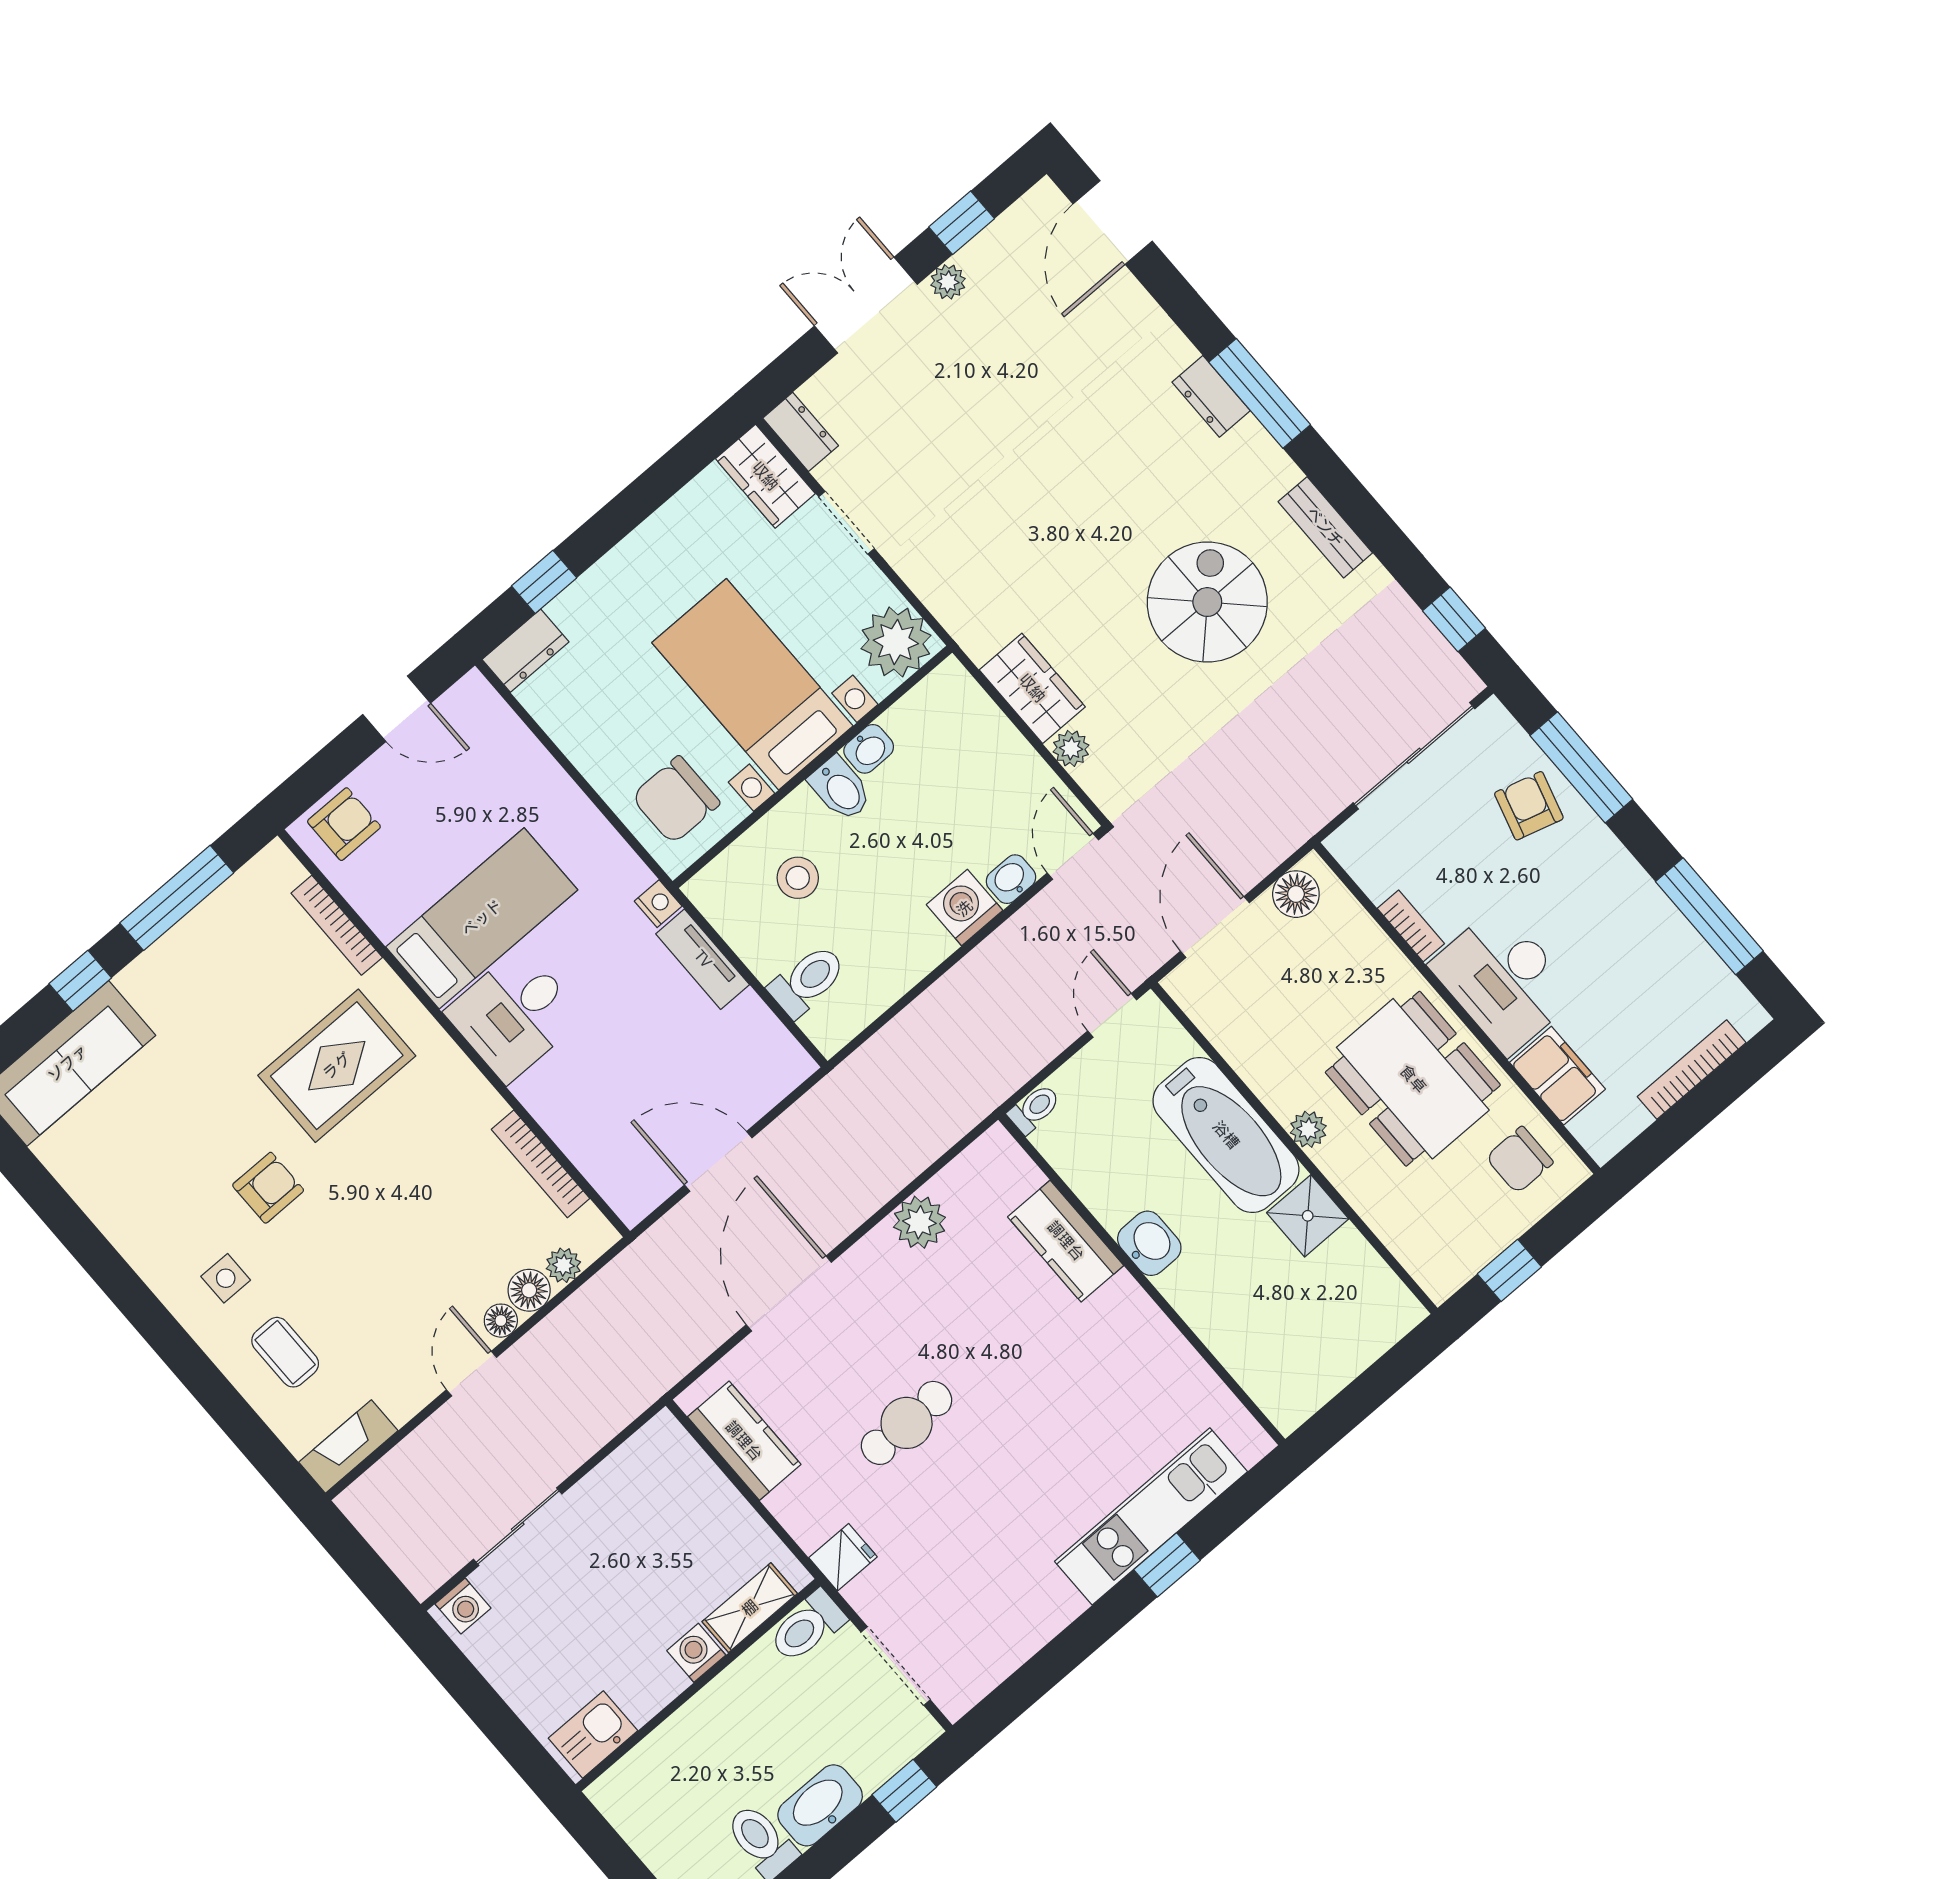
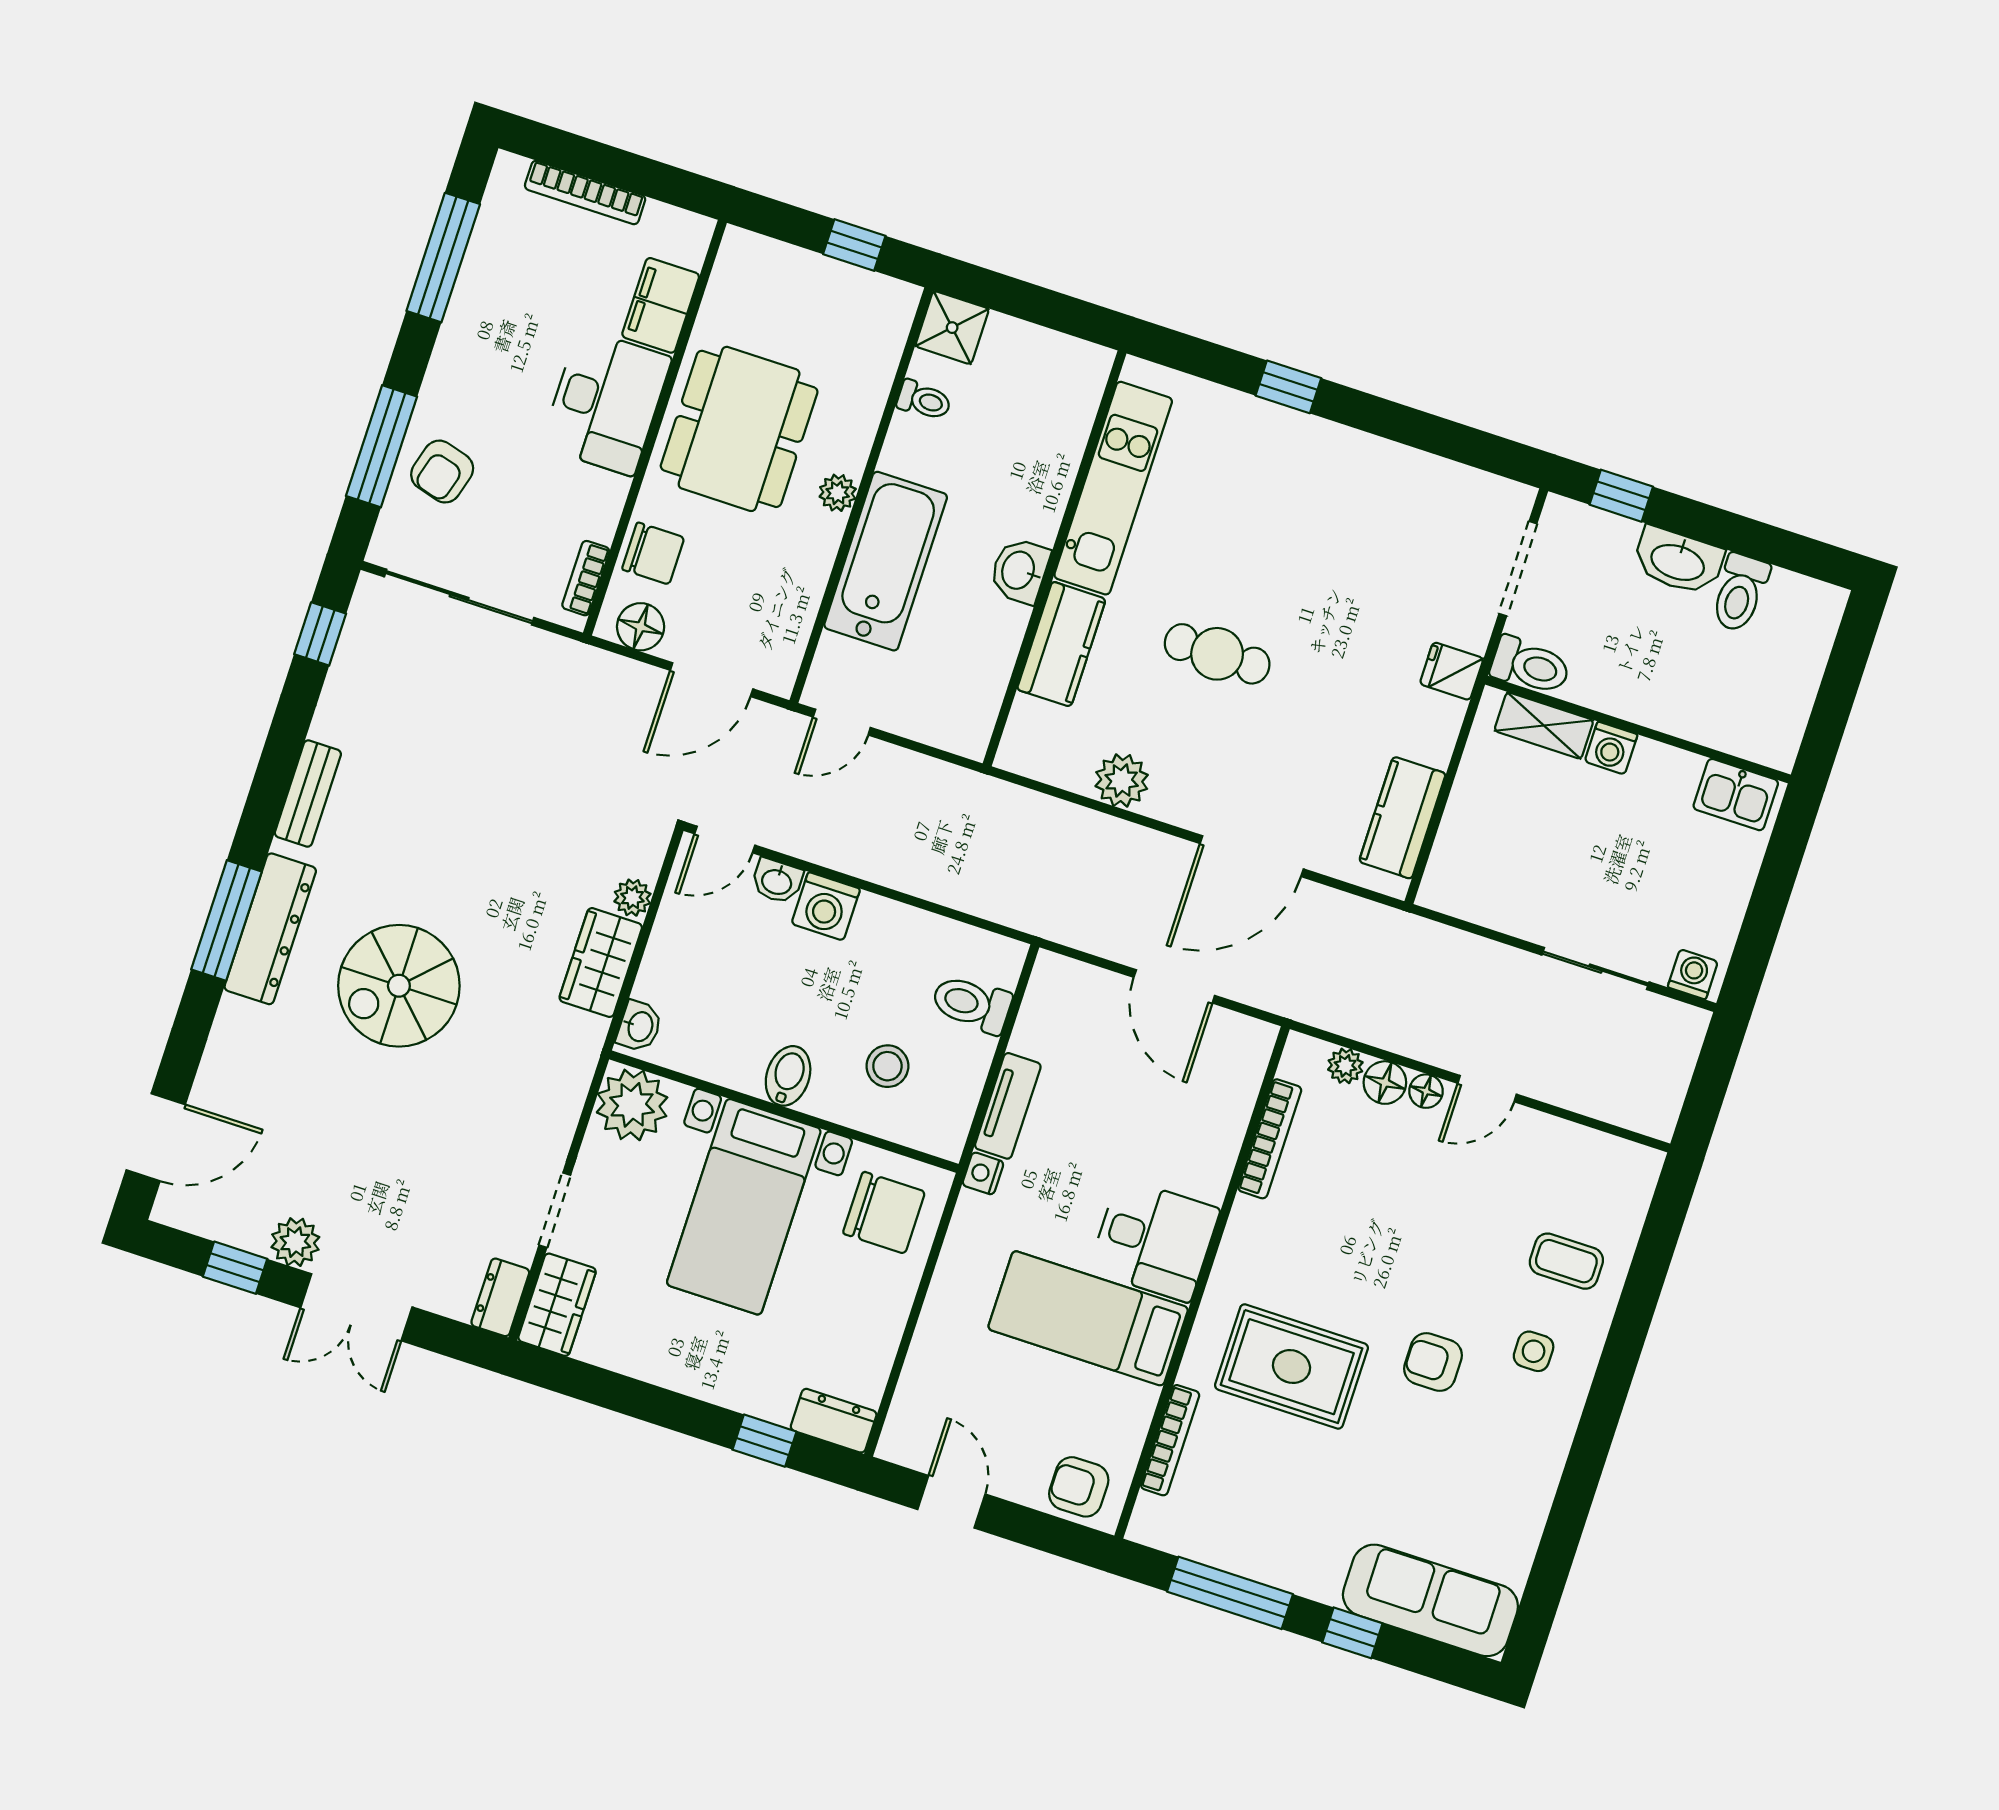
plant: (948, 282) -> (295, 1242), width x1.38, depth x1.38
dresser: (1211, 396) -> (270, 929), width x1.96, depth x1.24
spiral stairs: (1207, 602) -> (399, 986), moved
washbasin: (869, 749) -> (639, 1026), moved, turned 90
bookcase: (1411, 926) -> (586, 578), moved
toilet: (1034, 1109) -> (924, 400), moved, turned 180
chair: (1520, 1160) -> (653, 553), moved
shower: (1308, 1216) -> (952, 328), moved
coffee table: (285, 1352) -> (1566, 1261), turned 90
cafe table: (907, 1423) -> (1217, 654), moved
fireplace: (348, 1446) -> (1615, 1157), removed
kitchen unit: (1151, 1516) -> (1113, 488), moved, turned -90

